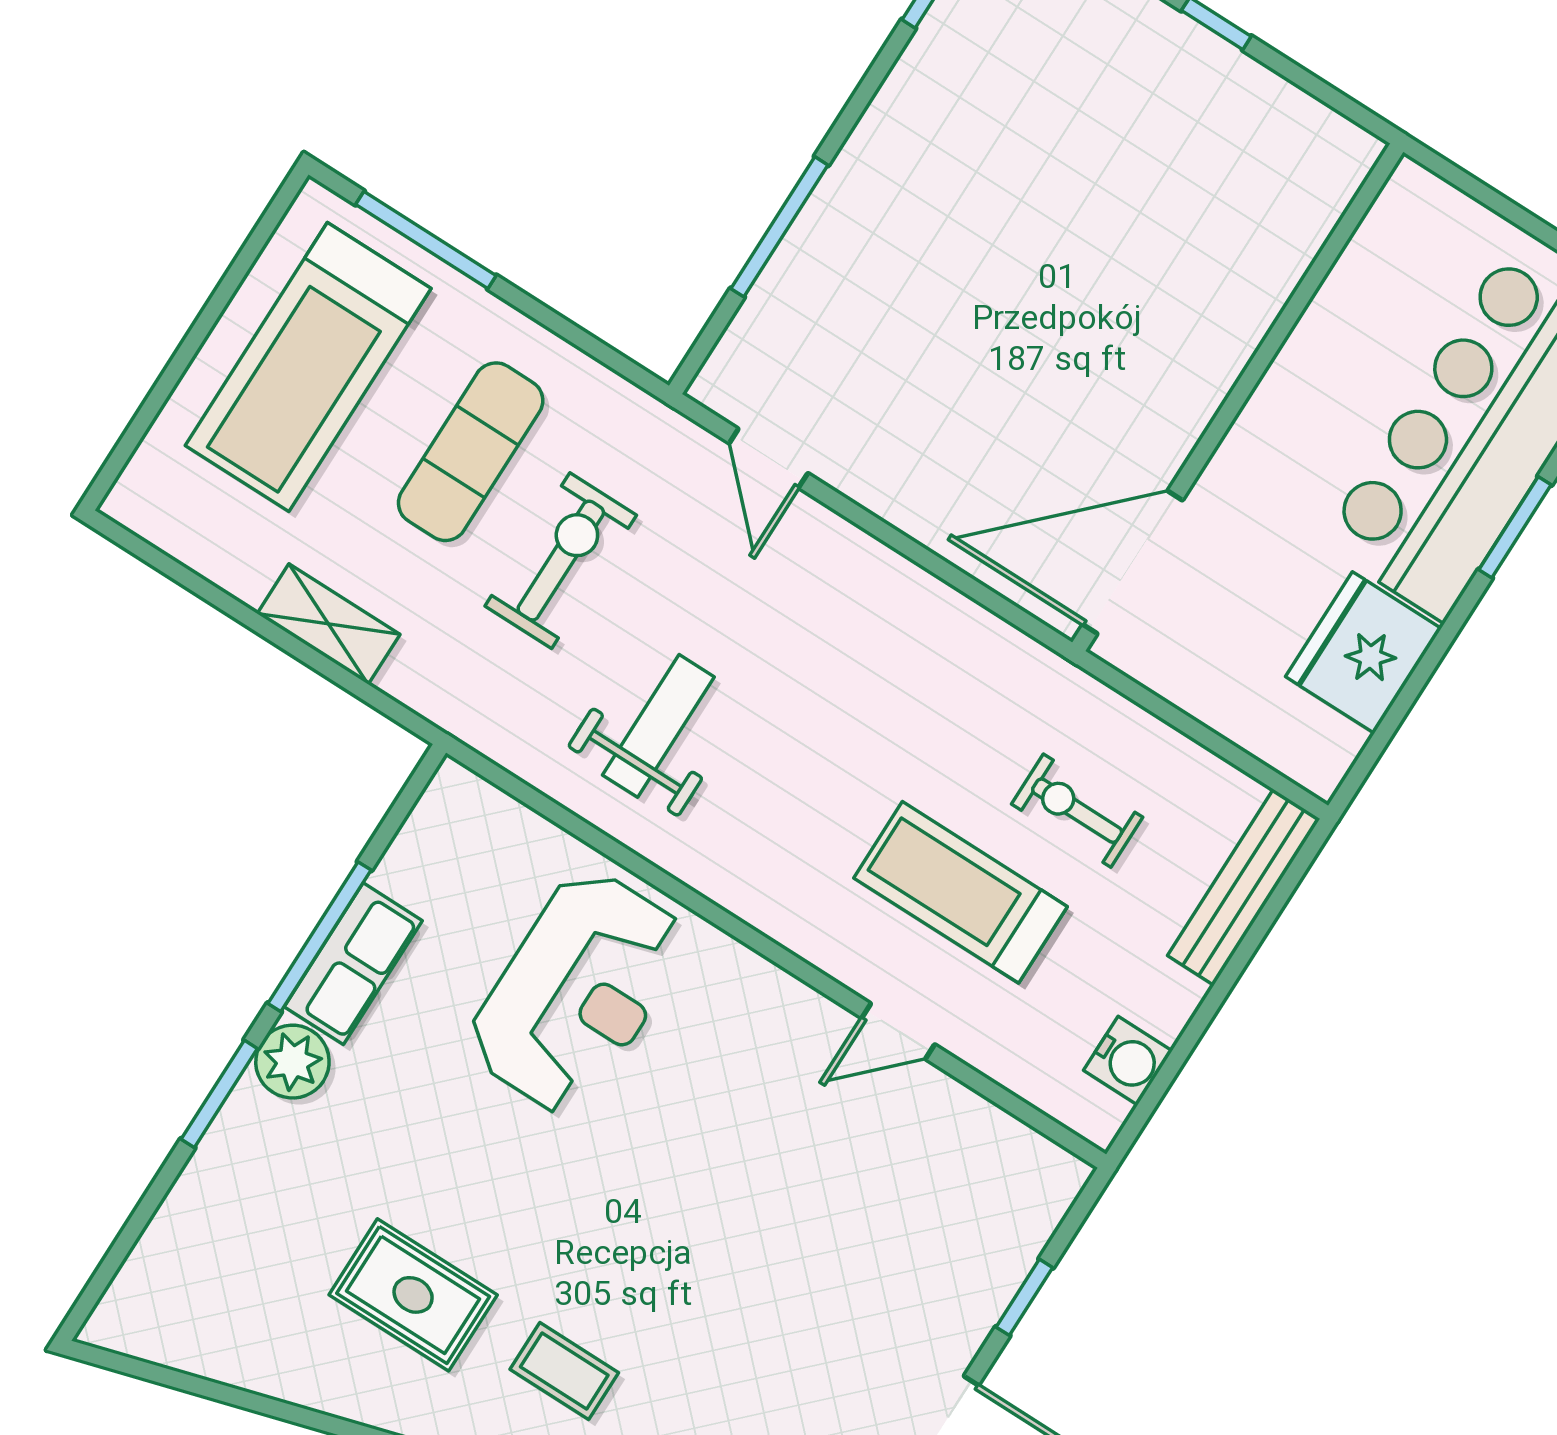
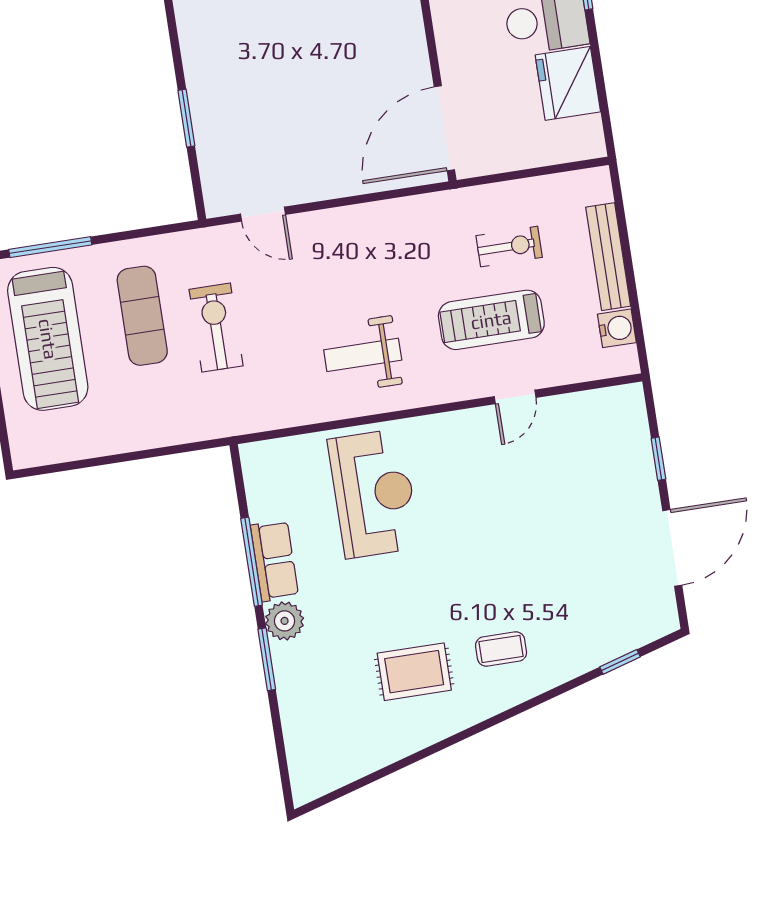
window: (779, 227) -> (186, 118), width x0.69
shelving: (329, 624) -> (146, 434), removed
weight bench: (658, 726) -> (363, 355), moved, turned -90
exercise bike: (1077, 811) -> (509, 247), turned 180
bench: (1244, 887) -> (608, 257), moved

